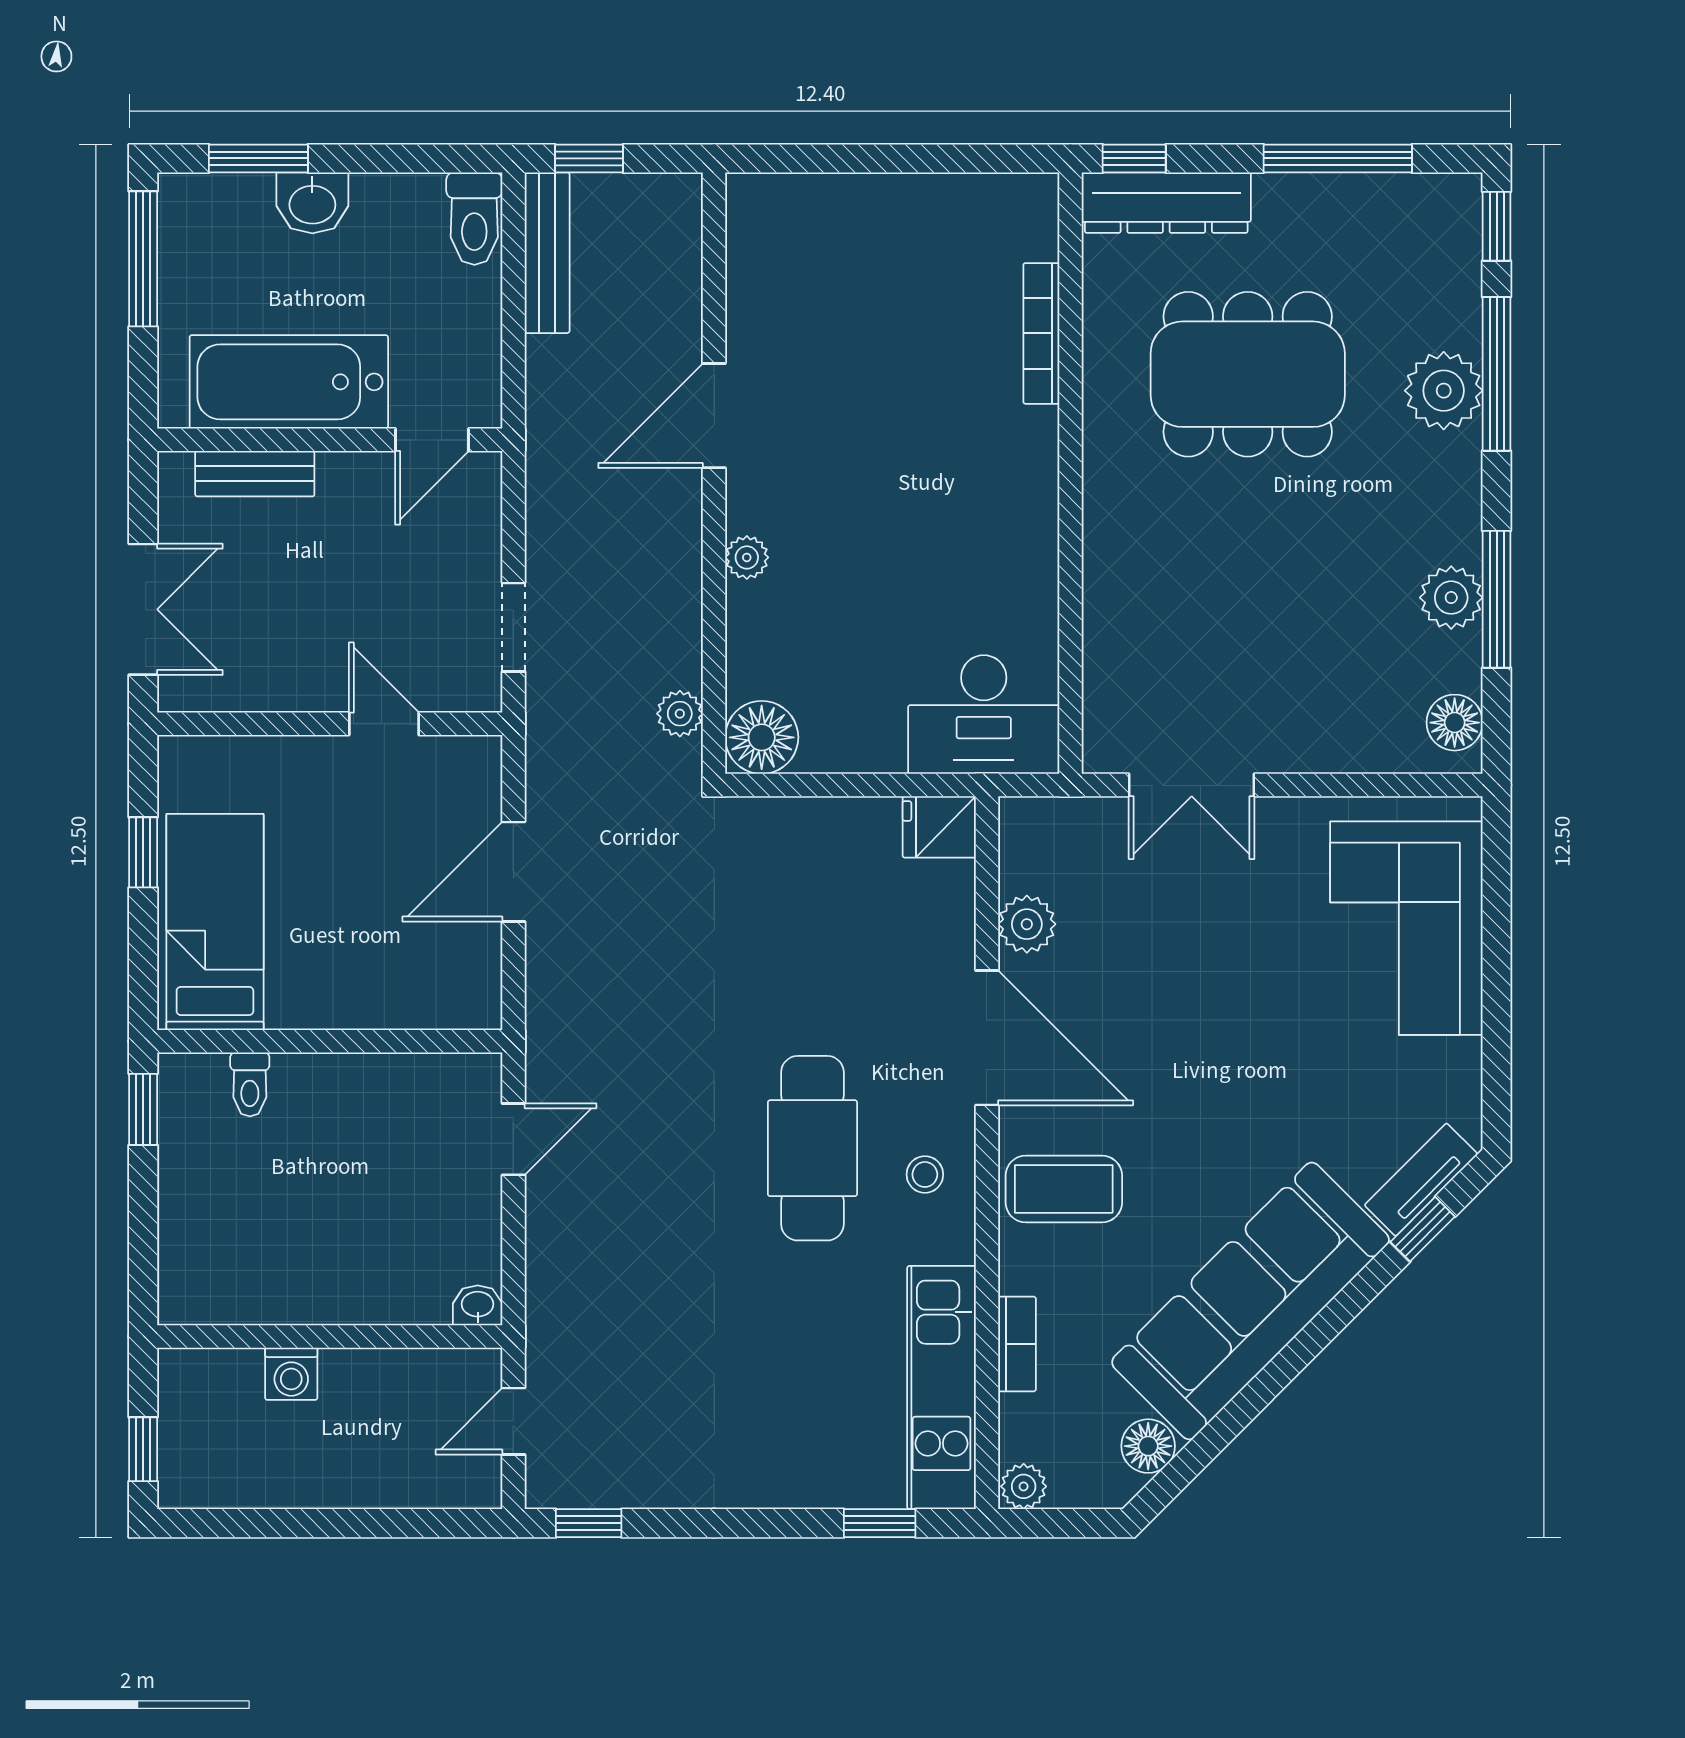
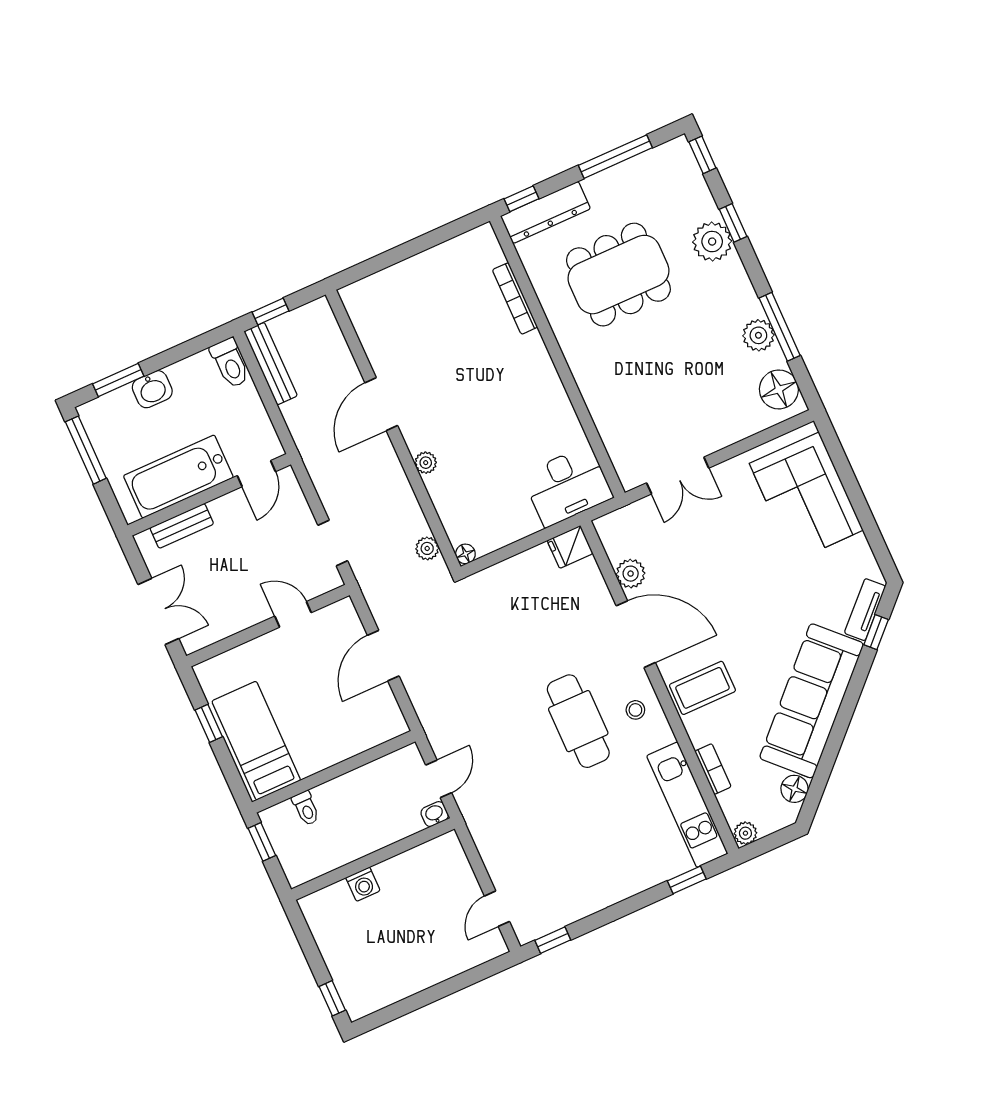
window: (1497, 374) -> (733, 223), width x0.46
floor lamp: (1455, 723) -> (779, 389), width x1.38, depth x1.38
floor lamp: (762, 737) -> (465, 554), width x0.53, depth x0.53
washbasin: (478, 1305) -> (435, 814), moved
wall: (330, 1337) -> (373, 859), moved
washing machine: (291, 1374) -> (363, 884), moved

